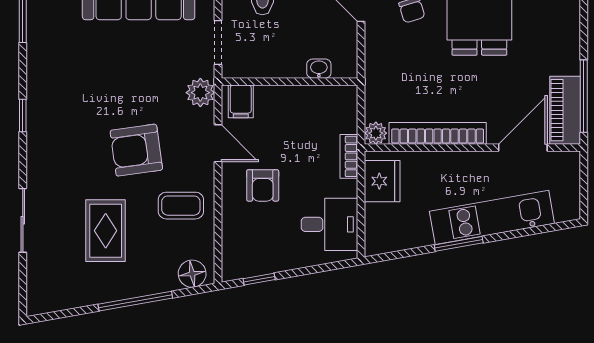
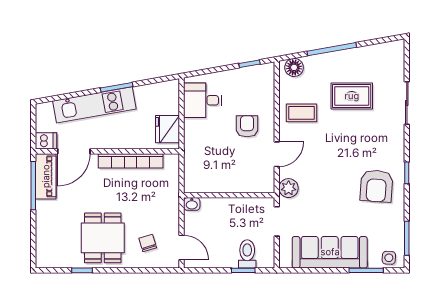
washbasin: (319, 69) -> (192, 204), moved
filing cabinet: (241, 101) -> (262, 182), removed
plant: (376, 133) -> (172, 161), removed
door: (218, 143) -> (277, 154), swing flipped
armchair: (136, 150) -> (376, 186), moved, turned 102
bookcase: (349, 156) -> (190, 146), removed
dishwasher: (565, 163) -> (46, 141), added
rug: (106, 231) -> (352, 96), turned 90

